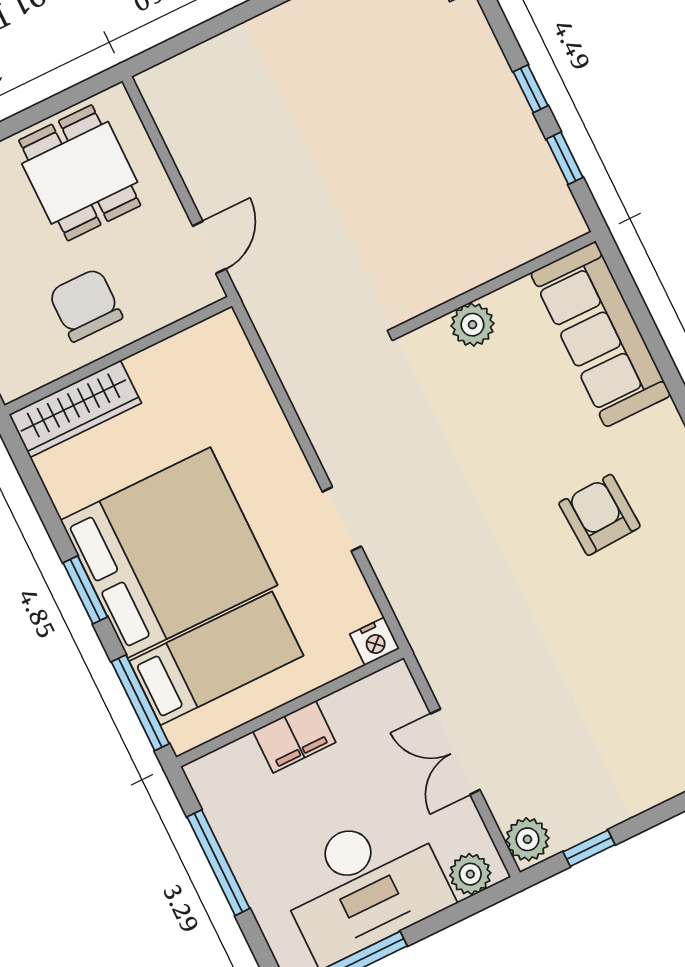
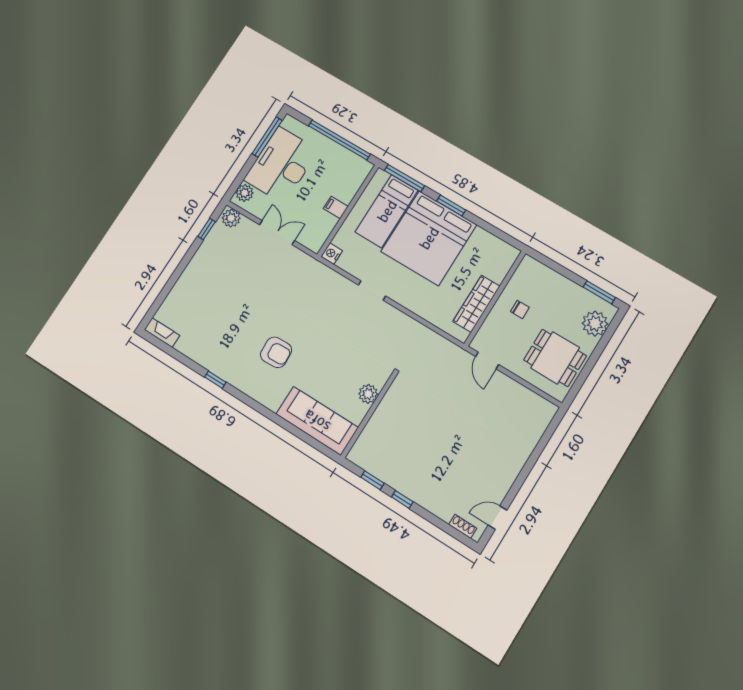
chair: (86, 305) -> (520, 309), width x0.54, depth x0.54
wardrobe: (75, 409) -> (476, 304), moved
filing cabinet: (294, 737) -> (336, 208), width x0.50
window: (218, 863) -> (339, 140), width x1.46

